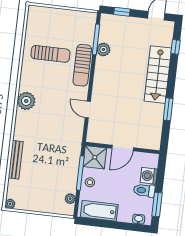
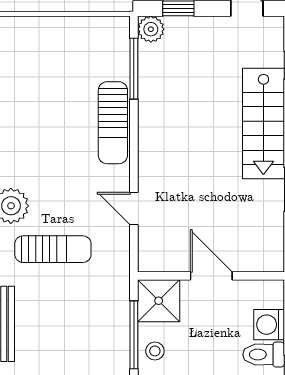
plant: (103, 49) -> (151, 29), moved
sun lounger: (50, 54) -> (53, 249), moved
door: (123, 148) -> (211, 276), swing flipped

